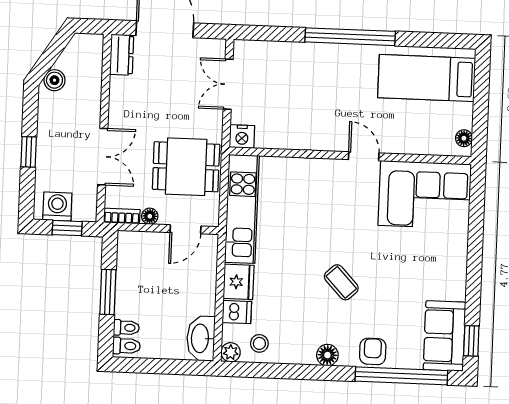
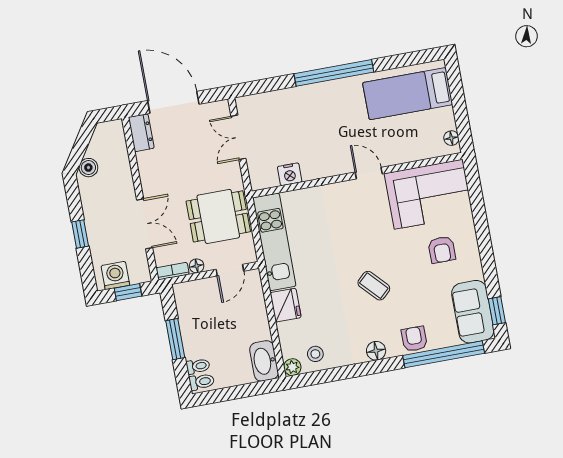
nightstand: (242, 137) -> (290, 174), moved
armchair: (425, 259) -> (442, 250), added
dishwasher: (237, 312) -> (290, 331), removed

